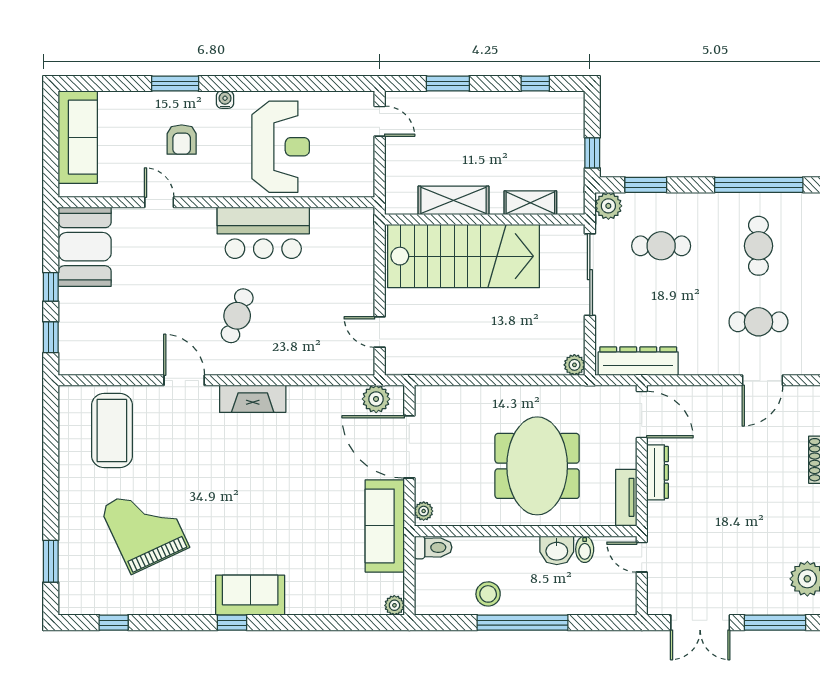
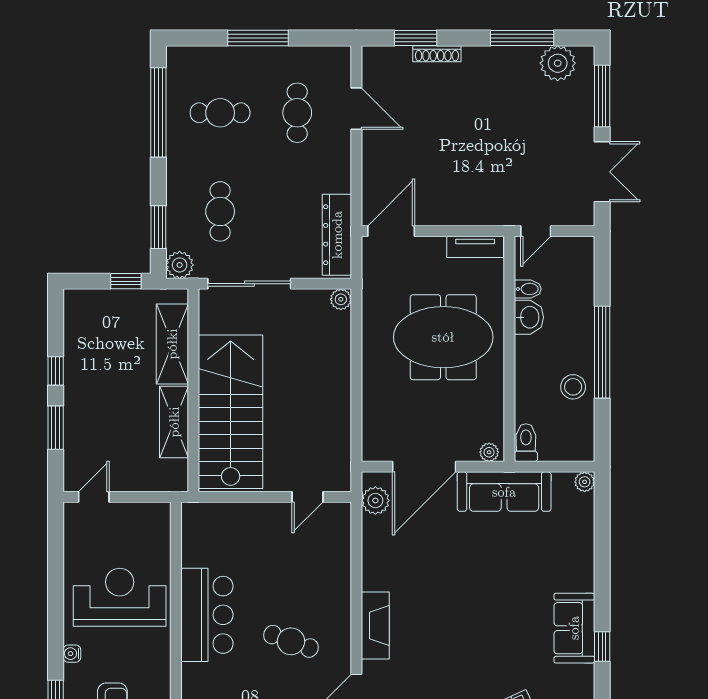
window: (535, 84) -> (56, 371), moved
shelving: (530, 203) -> (172, 344), width x1.50, depth x1.33
dresser: (658, 472) -> (450, 215), removed

